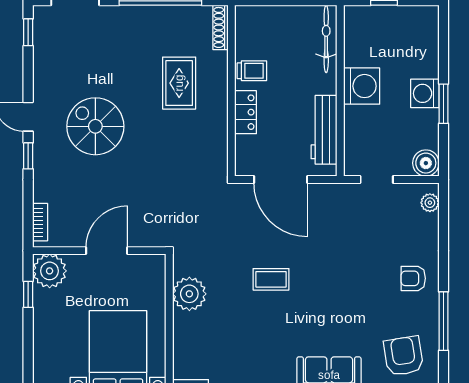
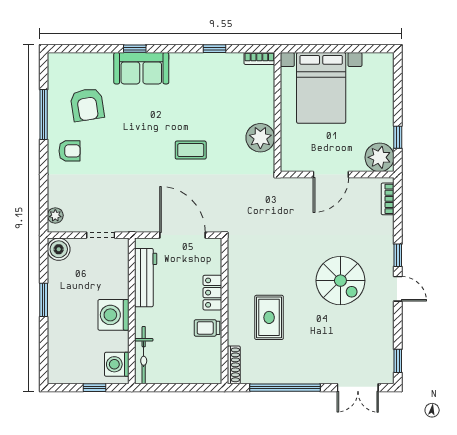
washing machine: (425, 93) -> (117, 364), moved, turned 180
armchair: (404, 356) -> (87, 105), moved

